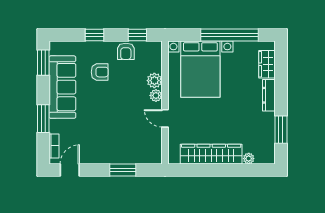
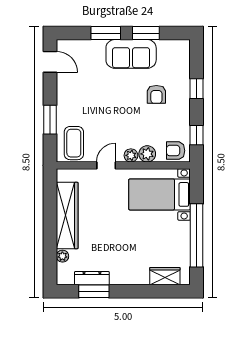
armchair: (126, 51) -> (176, 151), moved
window: (43, 63) -> (146, 33), moved
bed with nightstands: (200, 69) -> (160, 194), width x0.73
sofa: (62, 87) -> (131, 54), width x0.73
dresser: (269, 95) -> (92, 278), moved
bookcase: (54, 146) -> (76, 45), removed
coffee table: (145, 148) -> (74, 143), added

